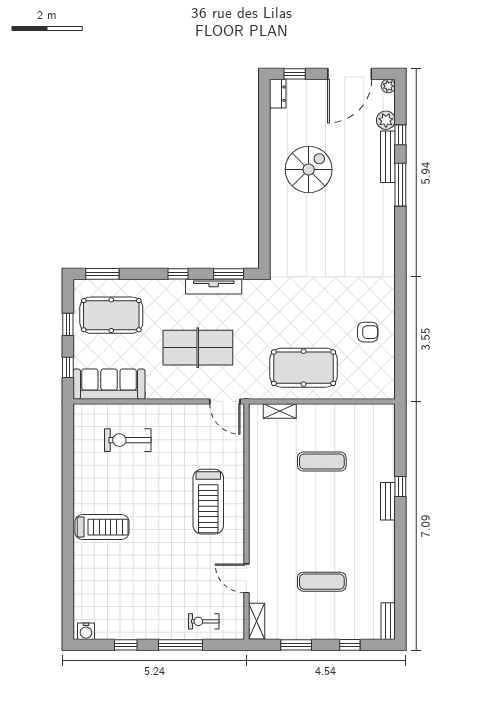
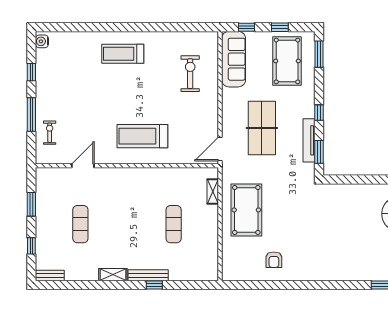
bench: (388, 501) -> (148, 275), width x1.36
treadmill: (102, 527) -> (123, 54), turned 90
shelving: (257, 621) -> (113, 275), moved

